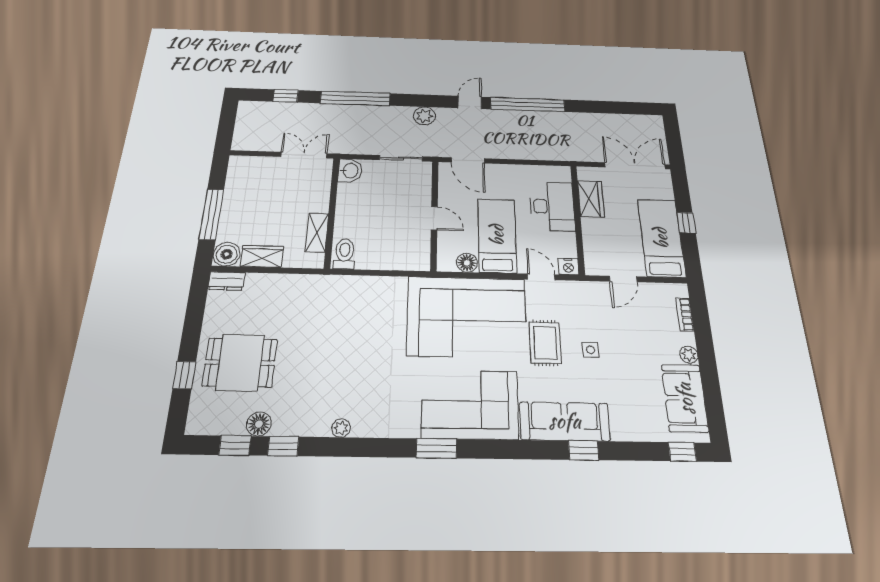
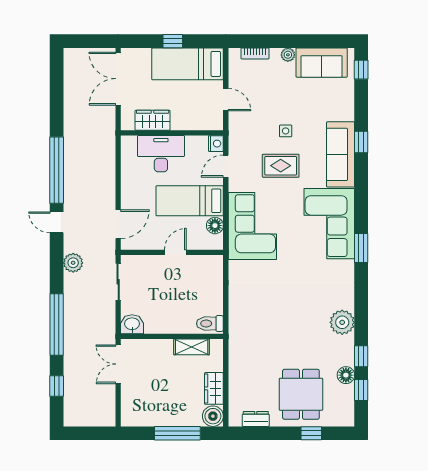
dresser: (227, 281) -> (256, 419), moved, turned -90
corner sofa: (467, 317) -> (252, 226), width x0.73, depth x0.74
plant: (341, 428) -> (342, 322), width x1.88, depth x1.88

